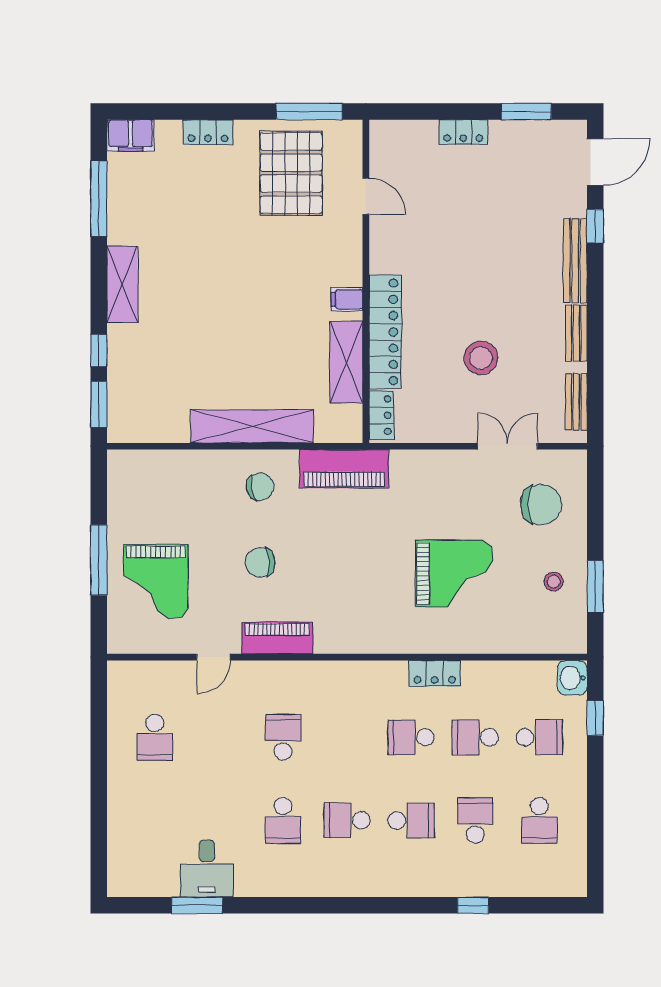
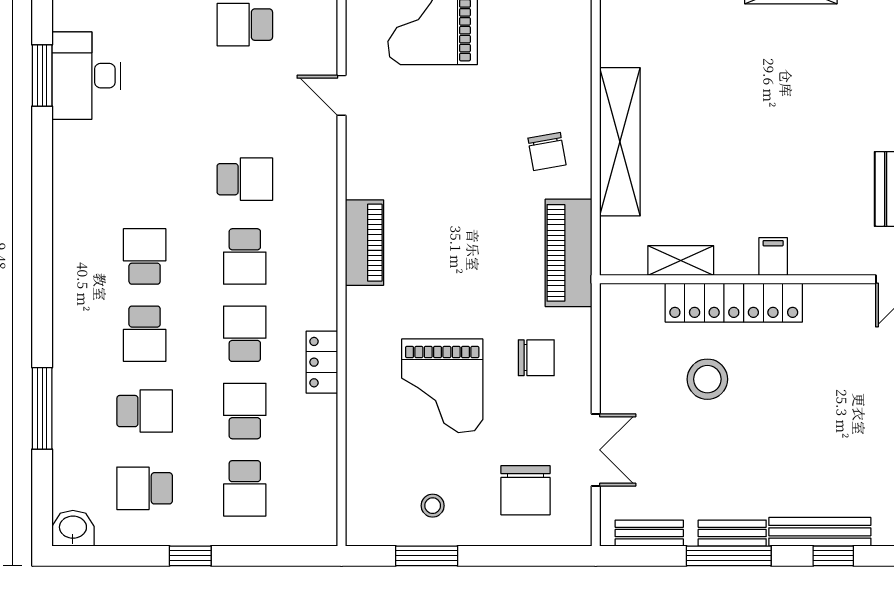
window: (595, 226) -> (833, 556), moved
window: (595, 336) -> (729, 556), added
stool: (481, 358) -> (707, 379), moved
shelving: (346, 362) -> (681, 261), width x0.67, depth x0.75
locker: (381, 415) -> (633, 298), removed
chair: (260, 562) -> (536, 358), moved, turned 94
piano: (277, 638) -> (364, 243), moved
washbasin: (572, 678) -> (73, 528), moved
window: (595, 718) -> (190, 556), moved
school desk: (283, 820) -> (245, 256), moved, turned -90
desk: (207, 869) -> (86, 76), width x1.37
window: (473, 905) -> (42, 408), width x2.17

